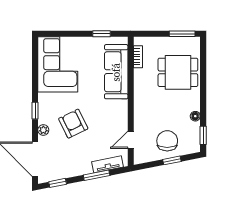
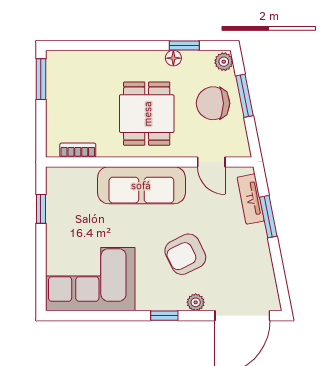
sofa: (116, 72) -> (141, 185), moved
dining table: (178, 72) -> (147, 114), moved
window: (203, 135) -> (184, 45), moved
plant: (193, 148) -> (224, 62), added
window: (172, 160) -> (244, 96), width x1.50
window: (58, 183) -> (281, 279), removed

